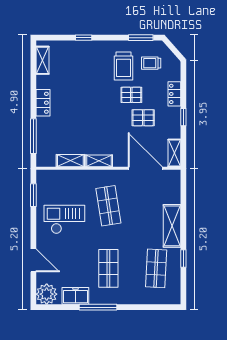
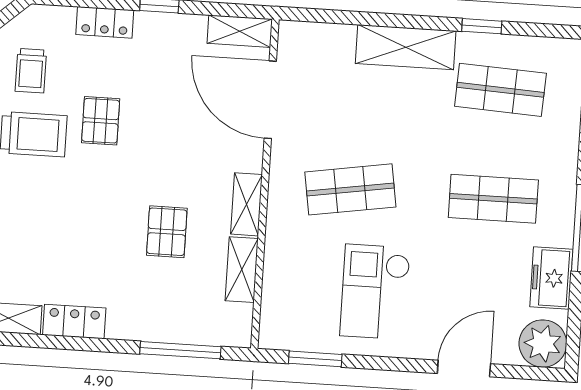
locker: (43, 103) -> (74, 322), moved
pallet: (143, 118) -> (167, 232), moved
door: (145, 168) -> (270, 100), hinge flipped

